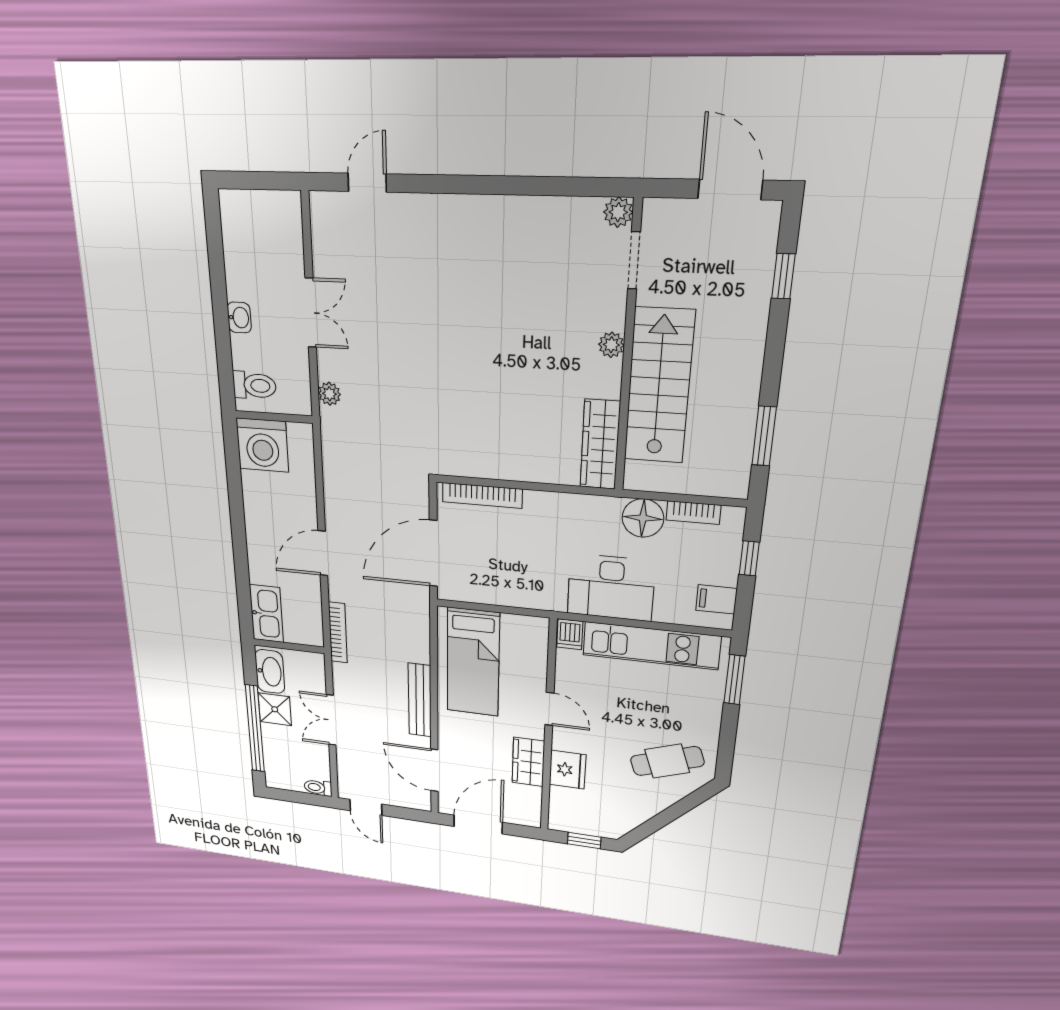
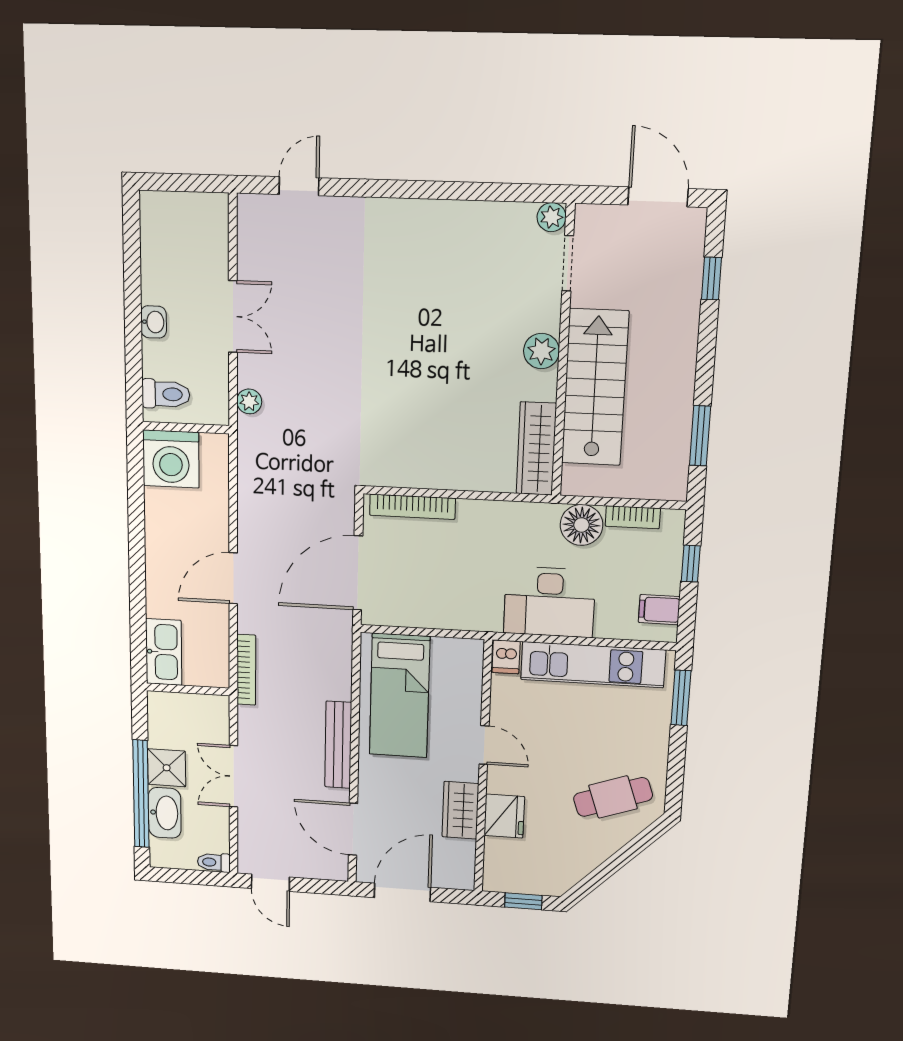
plant: (611, 345) -> (541, 351), width x1.38, depth x1.38
washbasin: (270, 672) -> (165, 813), moved

